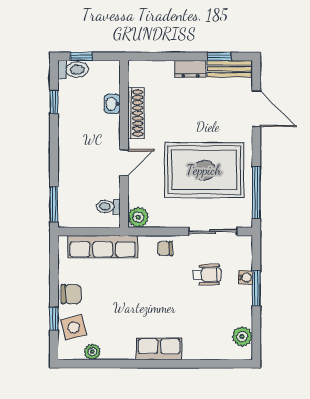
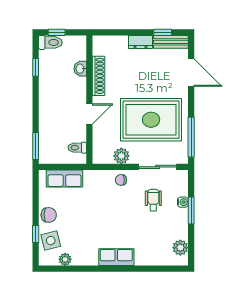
plant: (138, 217) -> (121, 156), moved
row of seats: (103, 247) -> (64, 179), width x0.68
wheelchair: (207, 275) -> (153, 200), turned -90

